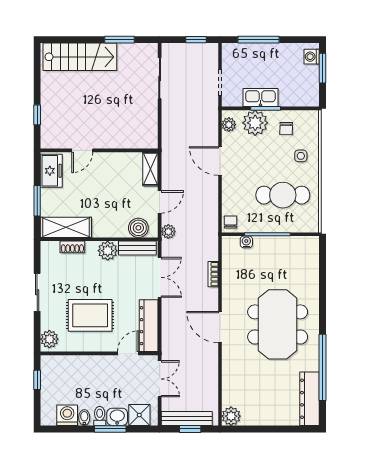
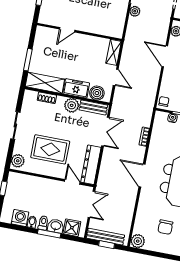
freezer: (51, 171) -> (76, 88), moved, turned -90
door: (160, 202) -> (116, 77), hinge flipped
plant: (168, 232) -> (135, 11), moved
door: (128, 353) -> (72, 182), hinge flipped
chair: (265, 390) -> (165, 227), added

